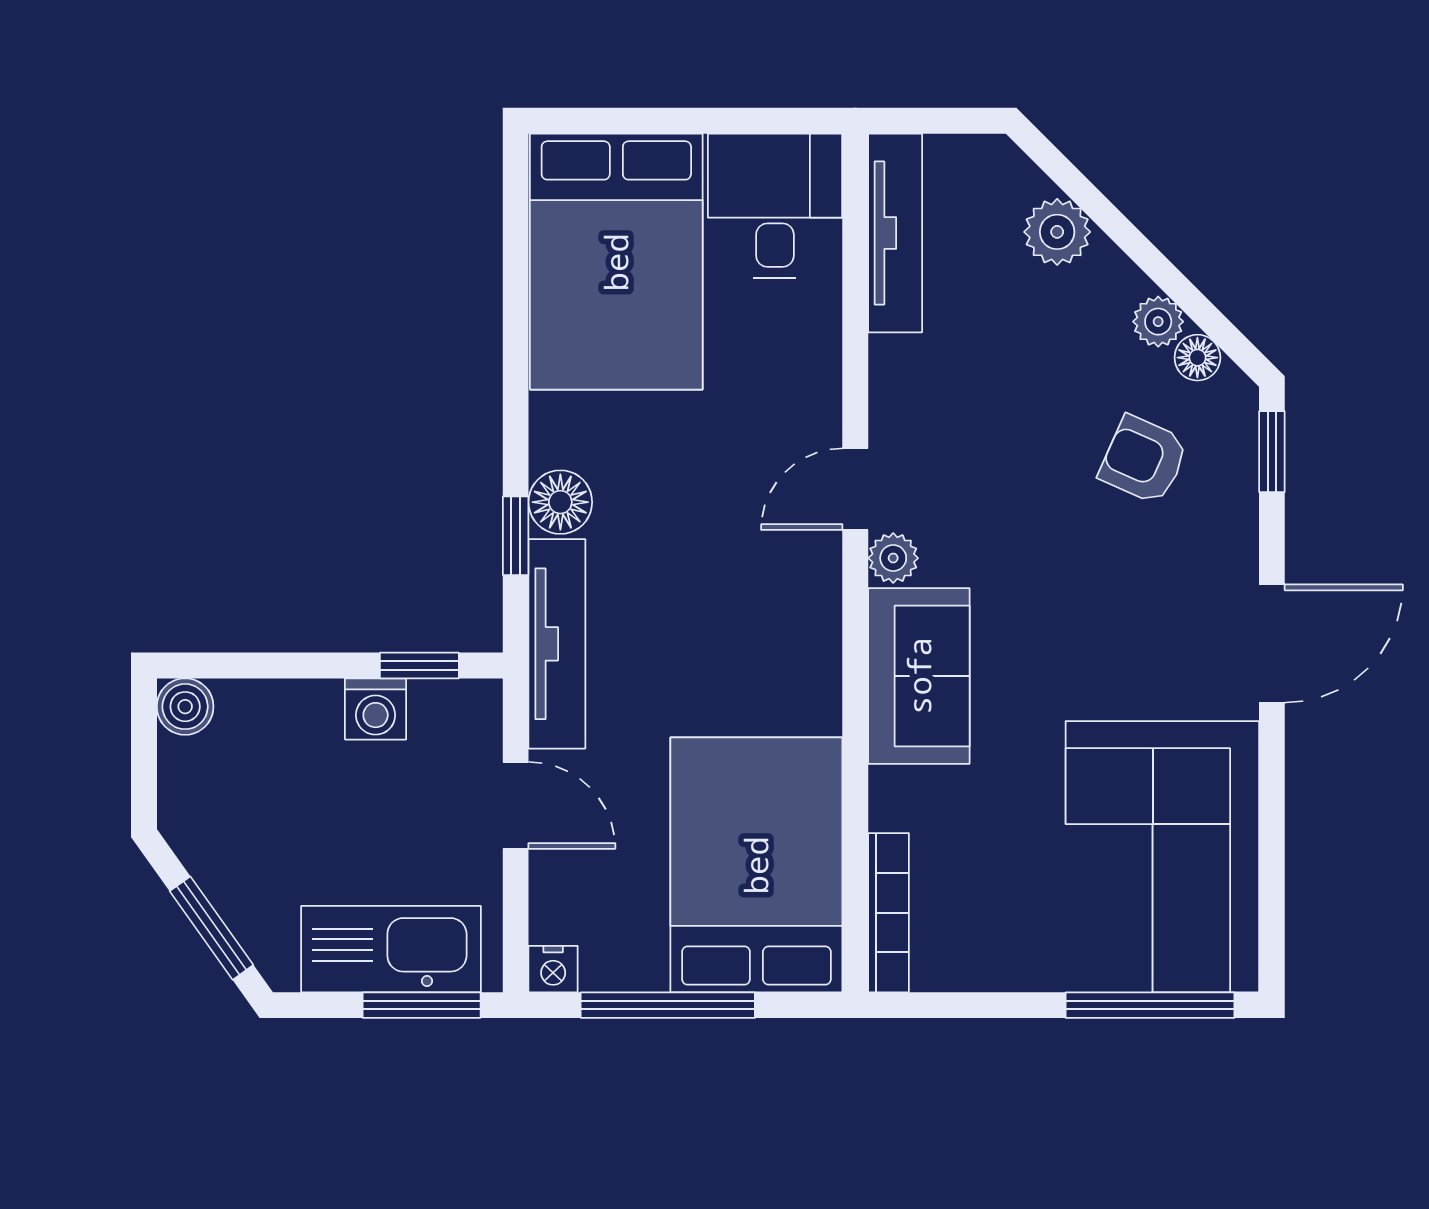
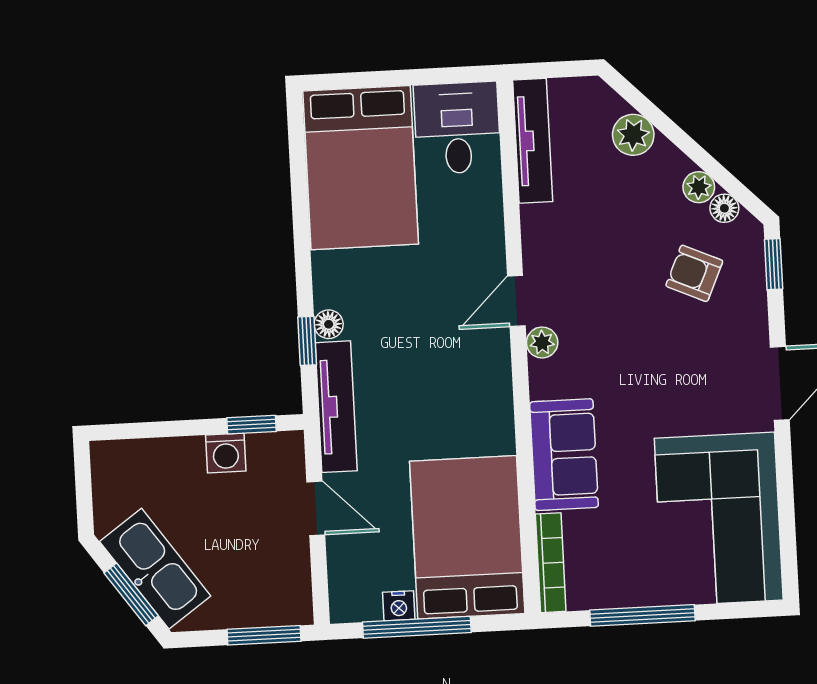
floor lamp: (560, 502) -> (329, 324), width x0.73, depth x0.73
sofa: (919, 676) -> (564, 455), moved
boiler: (185, 707) -> (108, 458), removed
kitchen sink: (391, 949) -> (155, 569), moved, turned 55
nightstand: (553, 969) -> (399, 606), moved
window: (1150, 1005) -> (642, 615), moved

